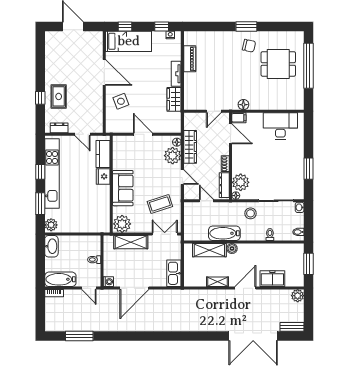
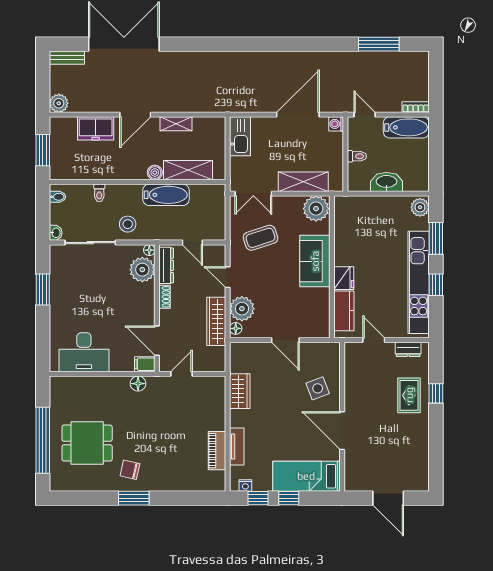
window: (125, 26) -> (289, 498), moved
tv unit: (176, 74) -> (237, 446), moved
washbasin: (51, 246) -> (387, 182), moved, turned 90

